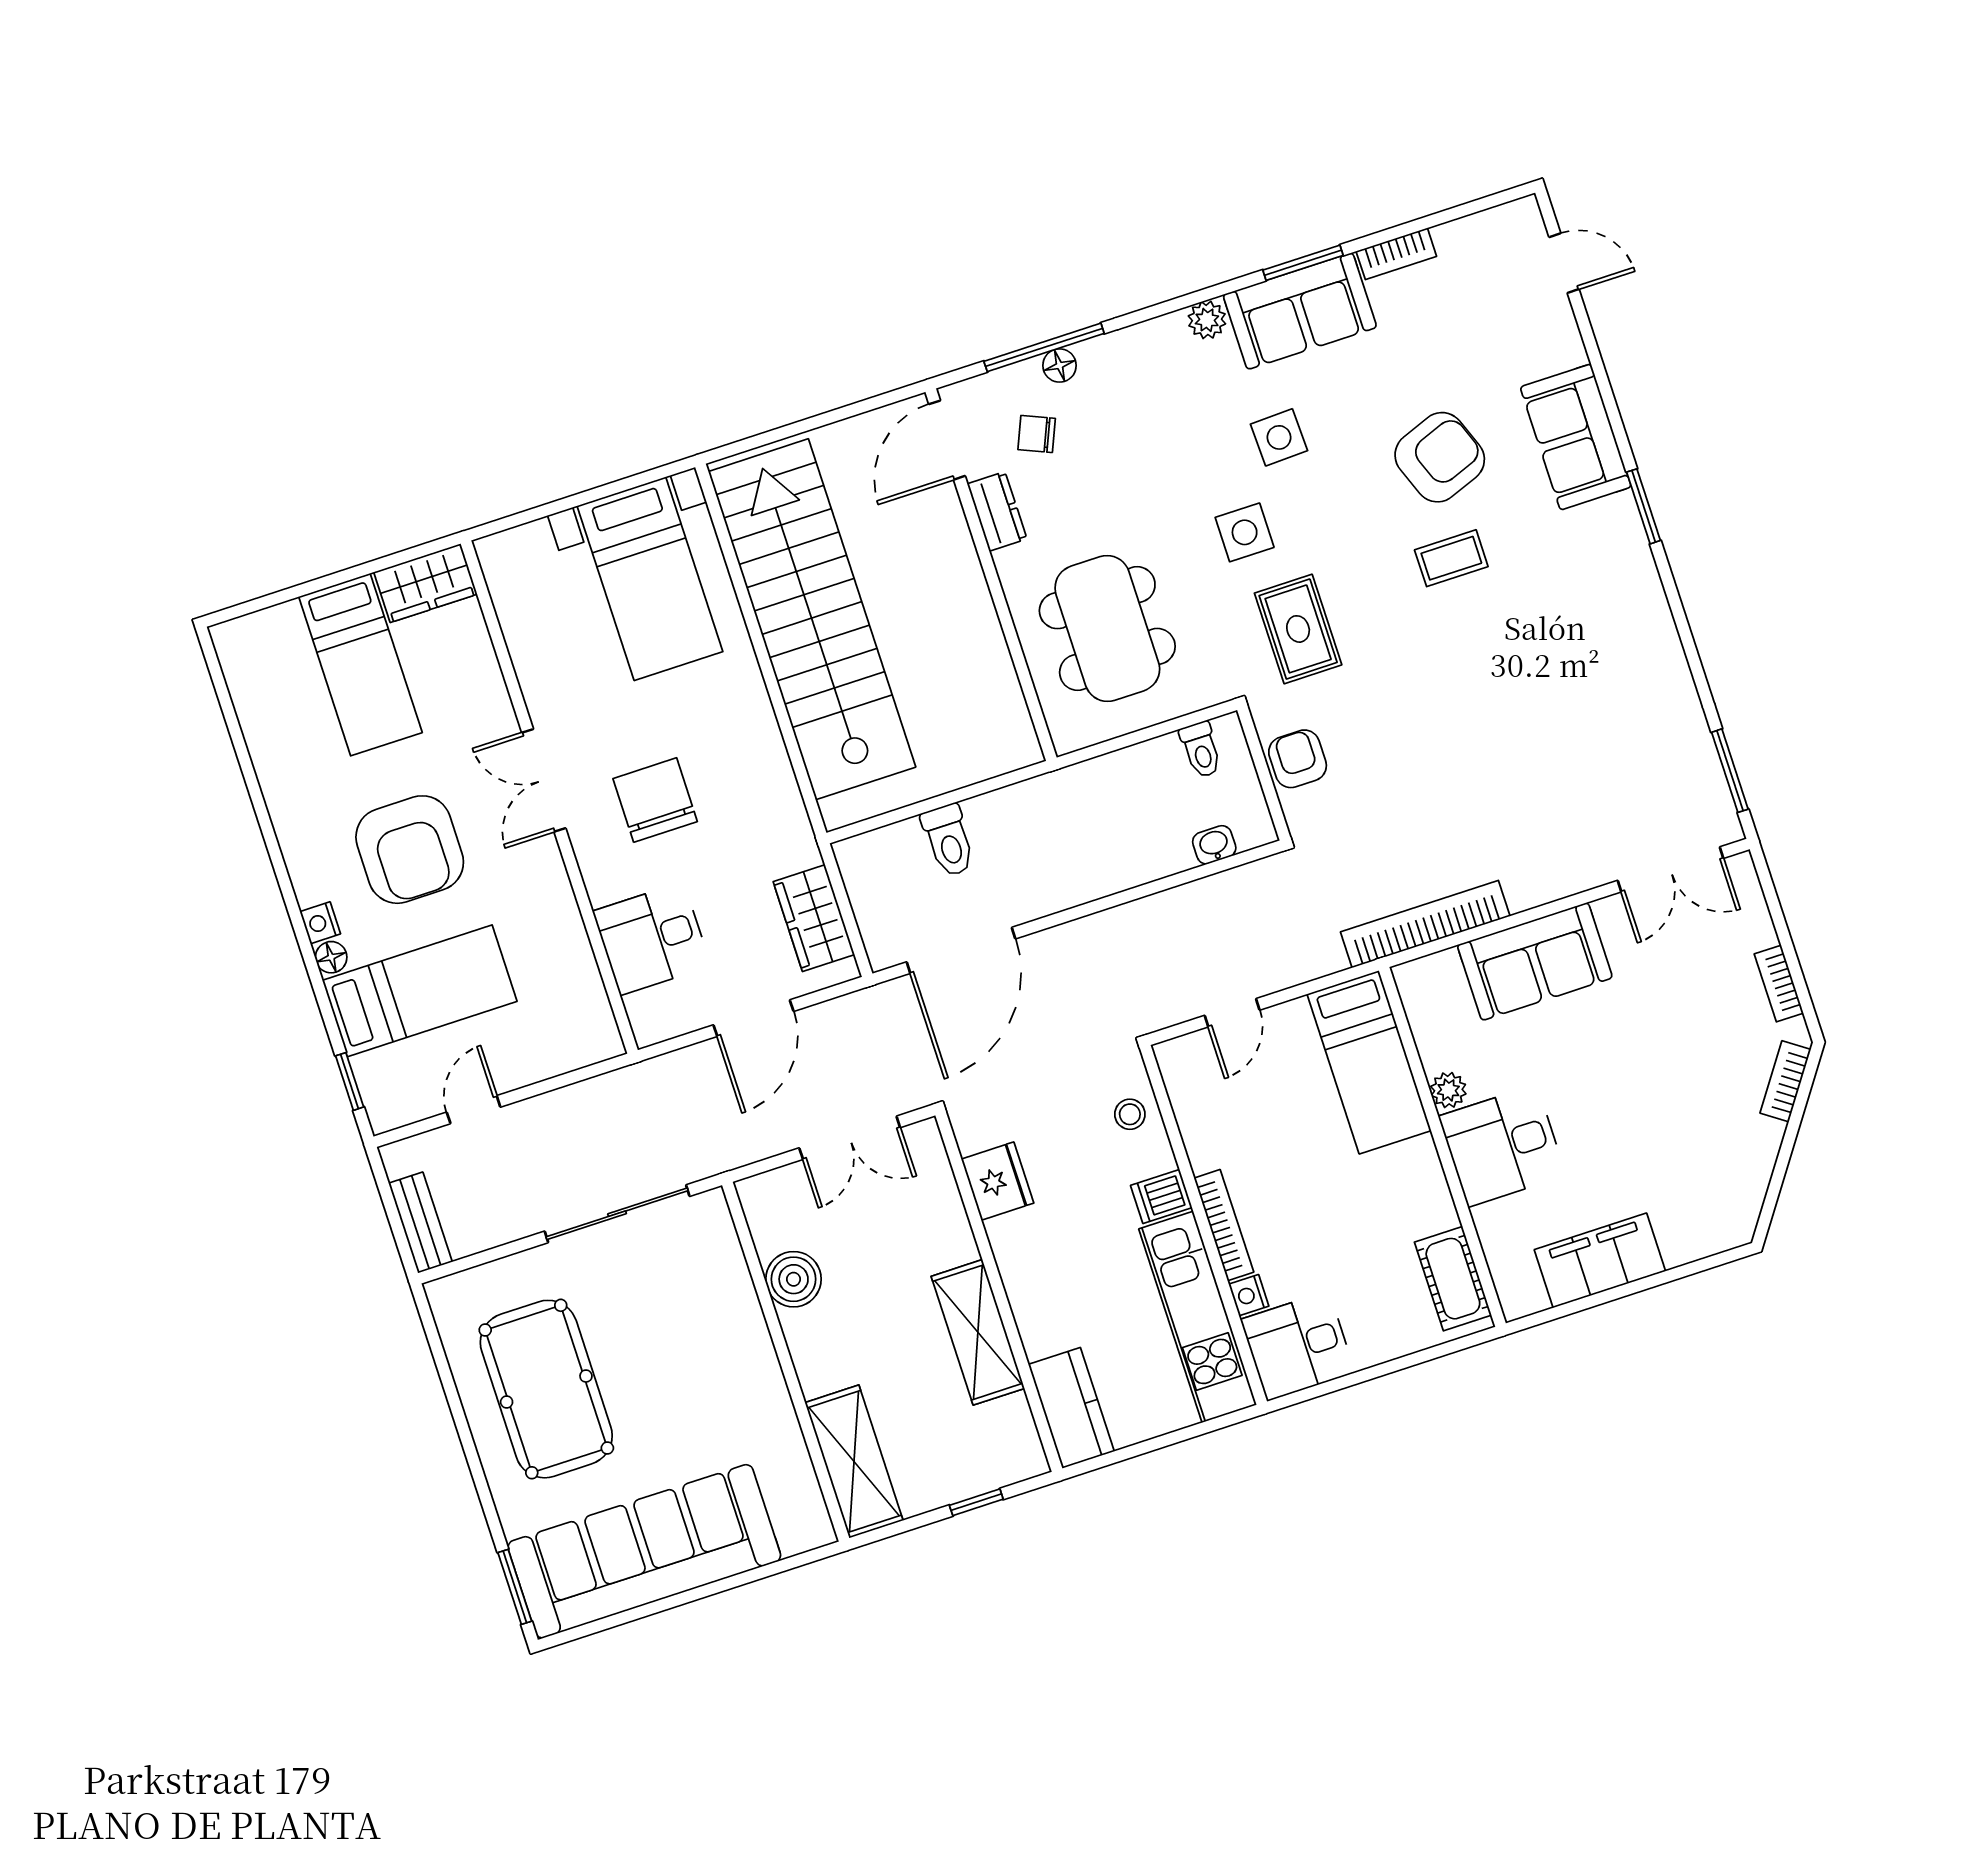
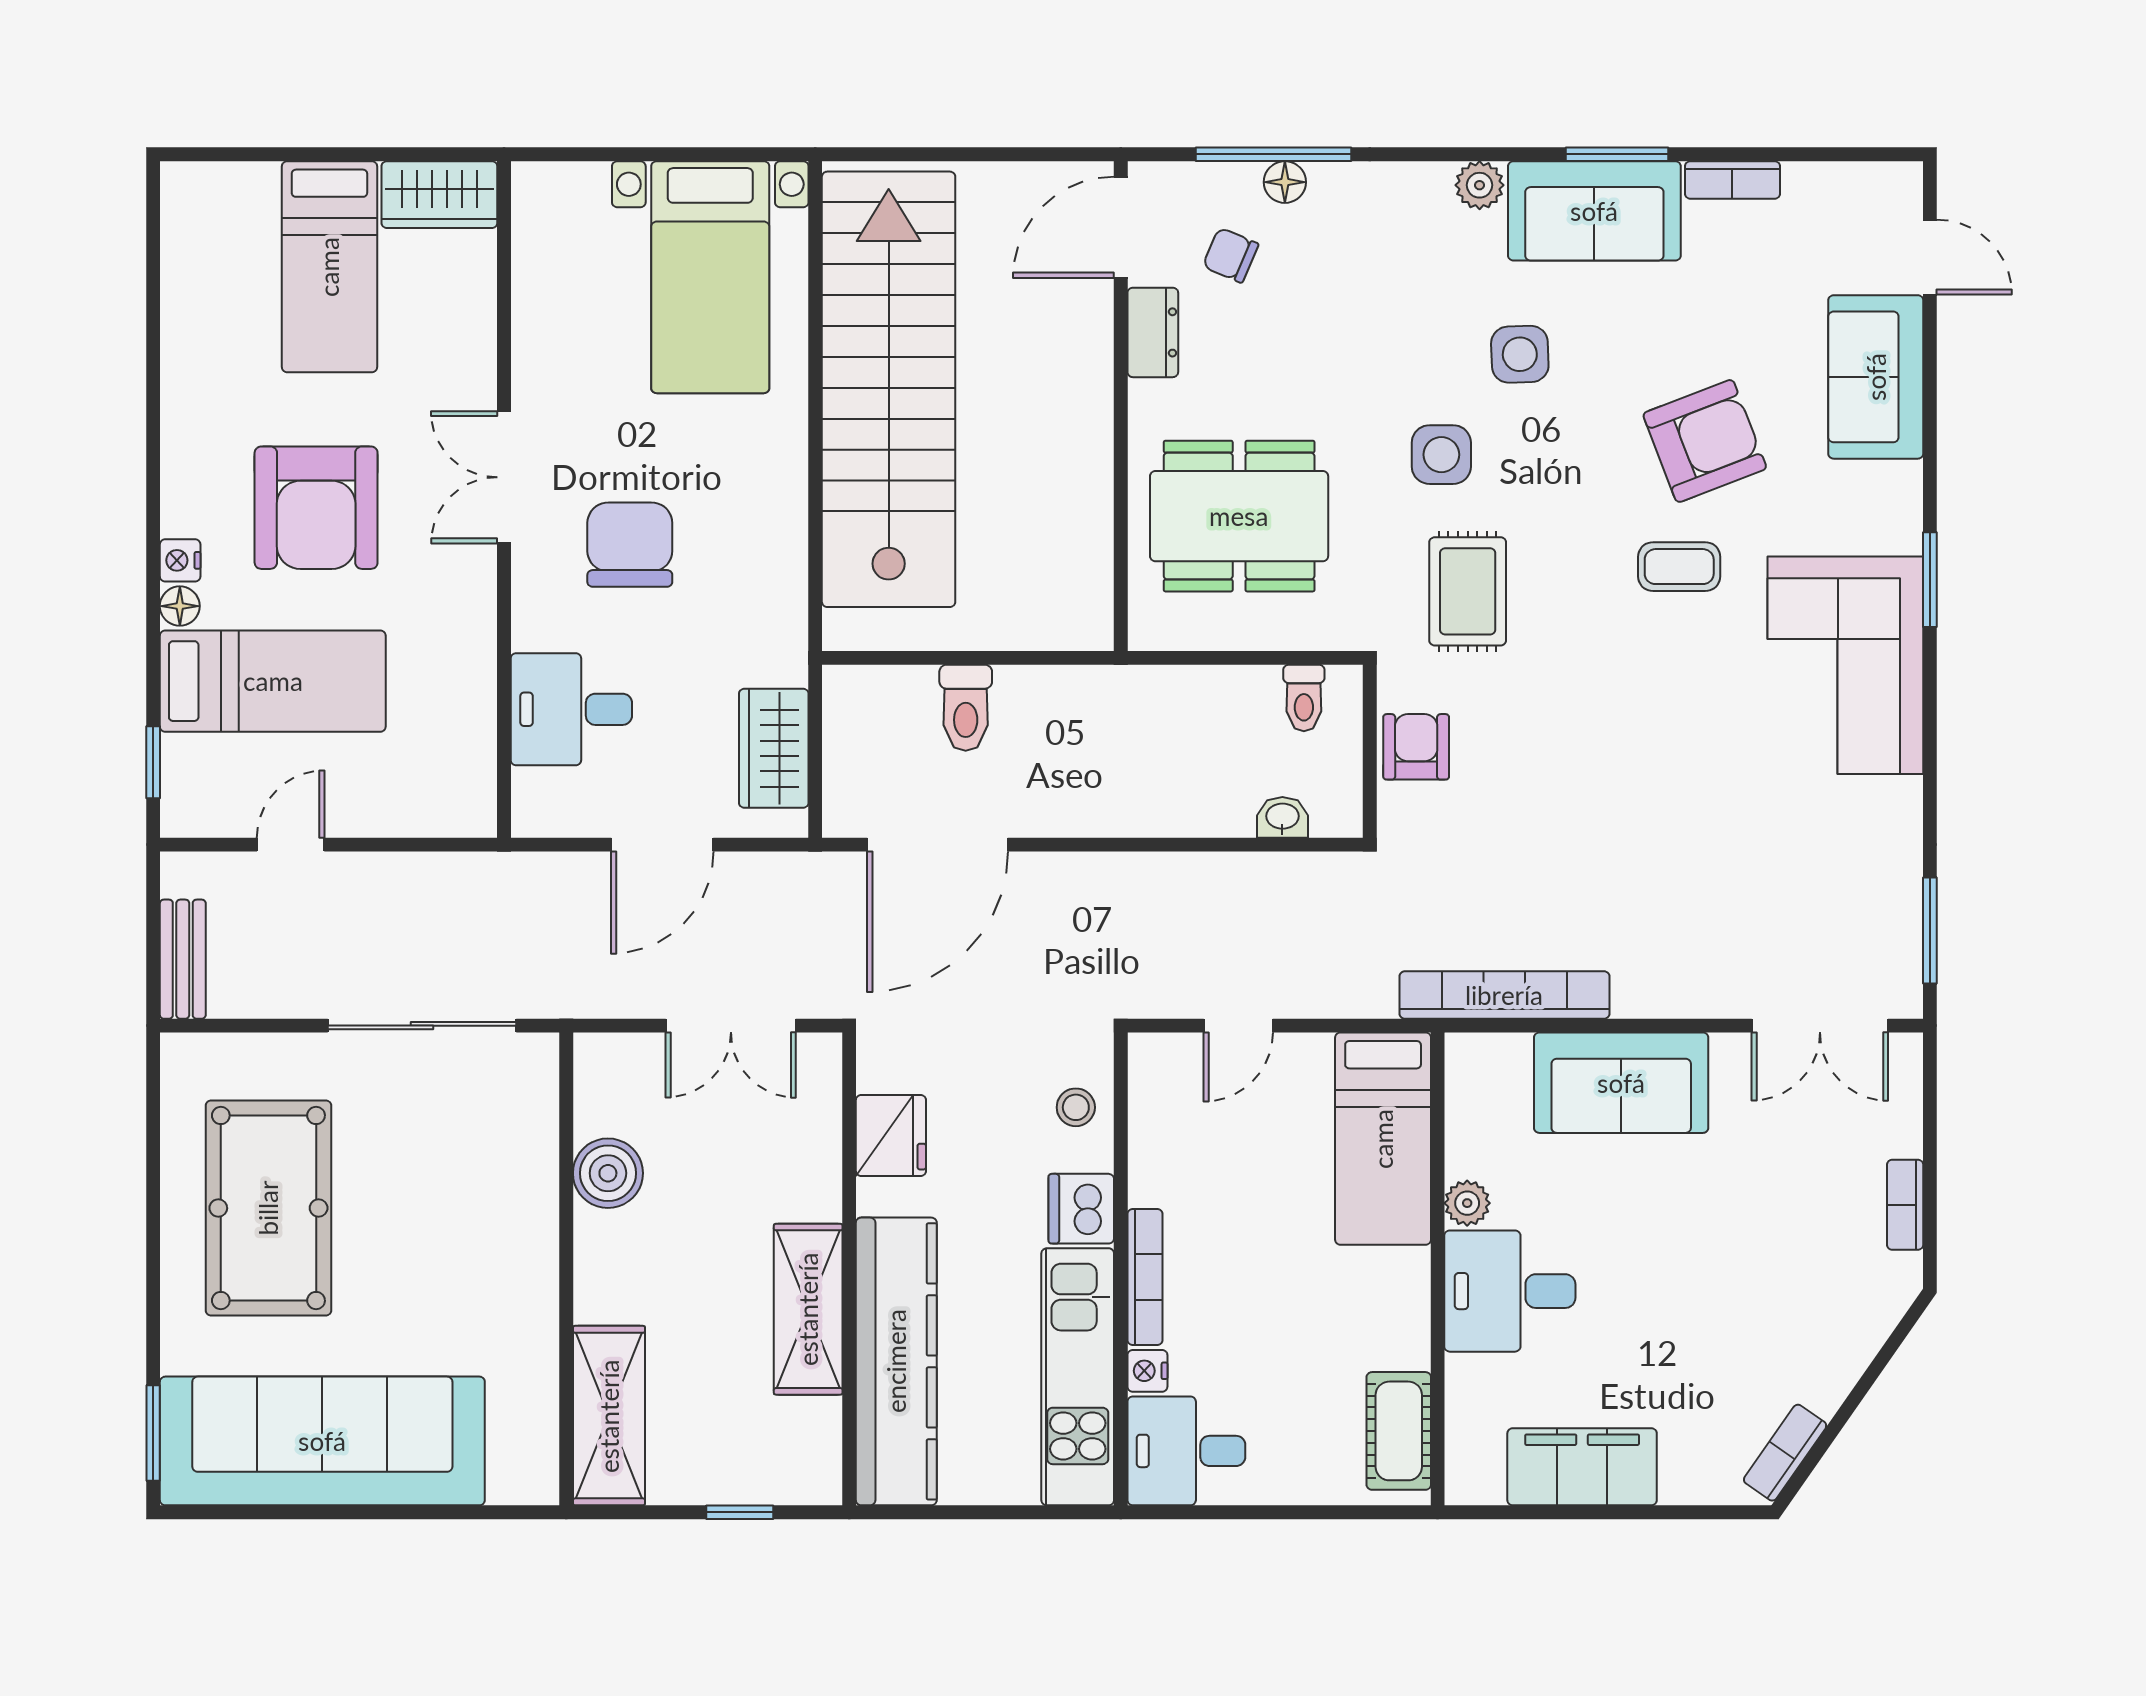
sofa: (1576, 437) -> (1876, 377), moved
corner sofa: (1601, 592) -> (1845, 665), added
dining table: (1107, 629) -> (1239, 516), turned 90
bookcase: (1785, 1081) -> (1785, 1453), moved
dishwasher: (1161, 1197) -> (1081, 1209), width x1.38
kitchen counter: (1071, 1408) -> (896, 1361), width x2.08, depth x1.17

